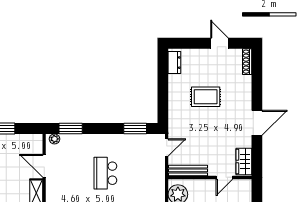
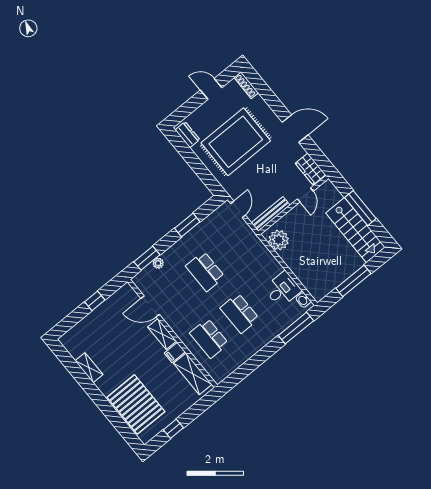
rug: (206, 97) -> (236, 142), width x1.86, depth x2.06
door: (257, 123) -> (295, 129), hinge flipped
window: (135, 128) -> (187, 225), moved
plant: (55, 139) -> (158, 263), moved

